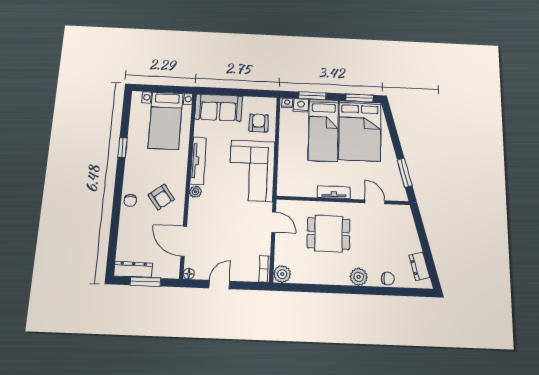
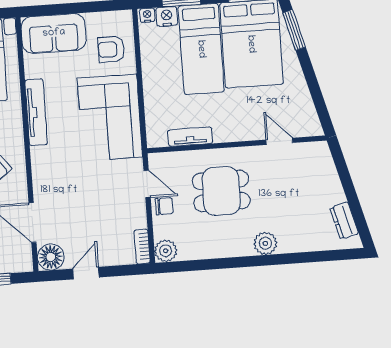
armchair: (259, 123) -> (111, 49), turned -90
window: (405, 173) -> (294, 30), moved
plant: (195, 192) -> (38, 155), removed
tv unit: (334, 192) -> (190, 137), moved
floor lamp: (189, 274) -> (51, 257), width x1.89, depth x1.89
chair: (388, 278) -> (164, 206), moved

